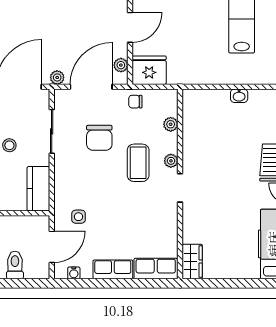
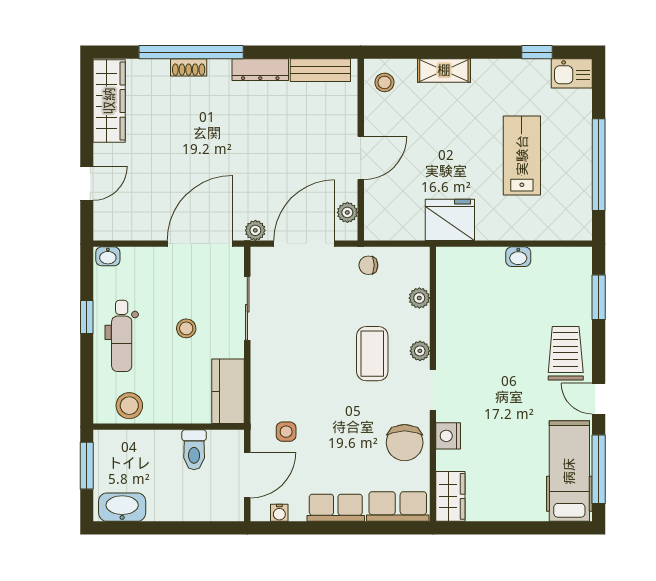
fridge: (149, 70) -> (450, 220), moved
chair: (99, 138) -> (405, 443), moved
nightstand: (191, 220) -> (448, 436), added
toilet: (15, 265) -> (194, 450), moved, turned 180

